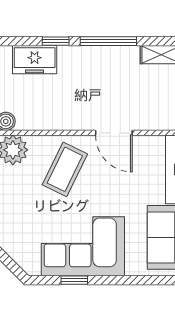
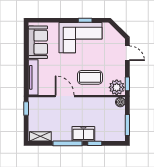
freezer: (35, 60) -> (83, 134), moved
coffee table: (65, 169) -> (90, 77), turned 64

